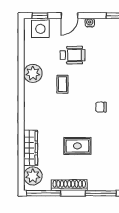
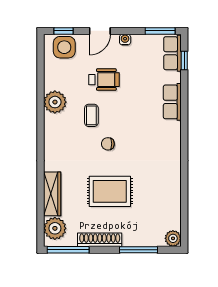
chair: (101, 107) -> (108, 144), moved
rug: (77, 146) -> (110, 191), width x1.36, depth x1.43

